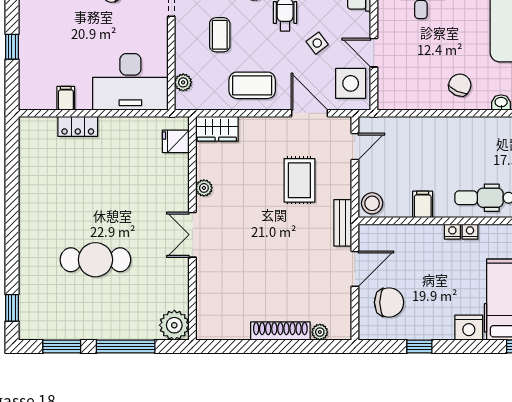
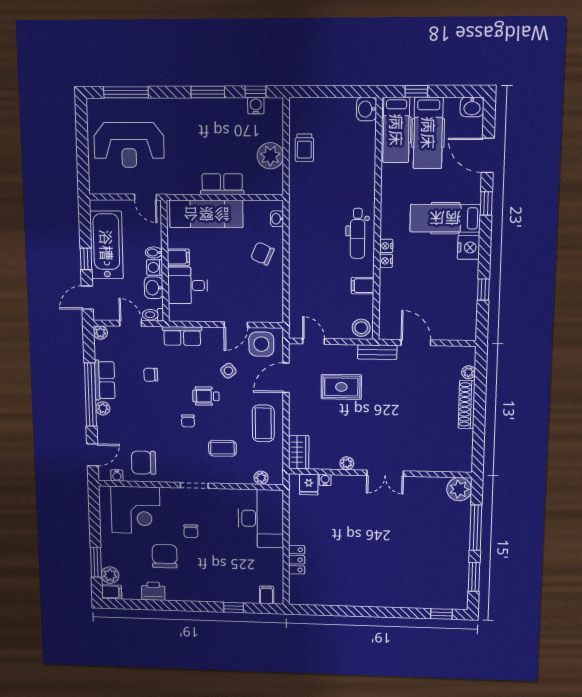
filing cabinet: (66, 98) -> (267, 595), moved, turned 90
water cooler: (182, 161) -> (325, 480), added
cafe table: (95, 260) -> (404, 549), removed
chair: (389, 302) -> (445, 315), removed

